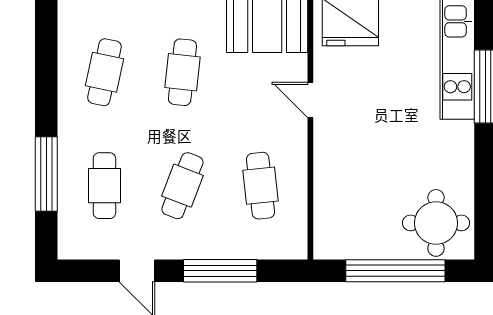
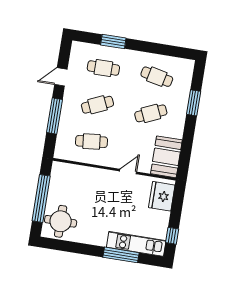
cafe table: (182, 72) -> (151, 113), turned -30
window: (46, 174) -> (113, 42), width x0.69
cafe table: (182, 186) -> (97, 105), turned -45

